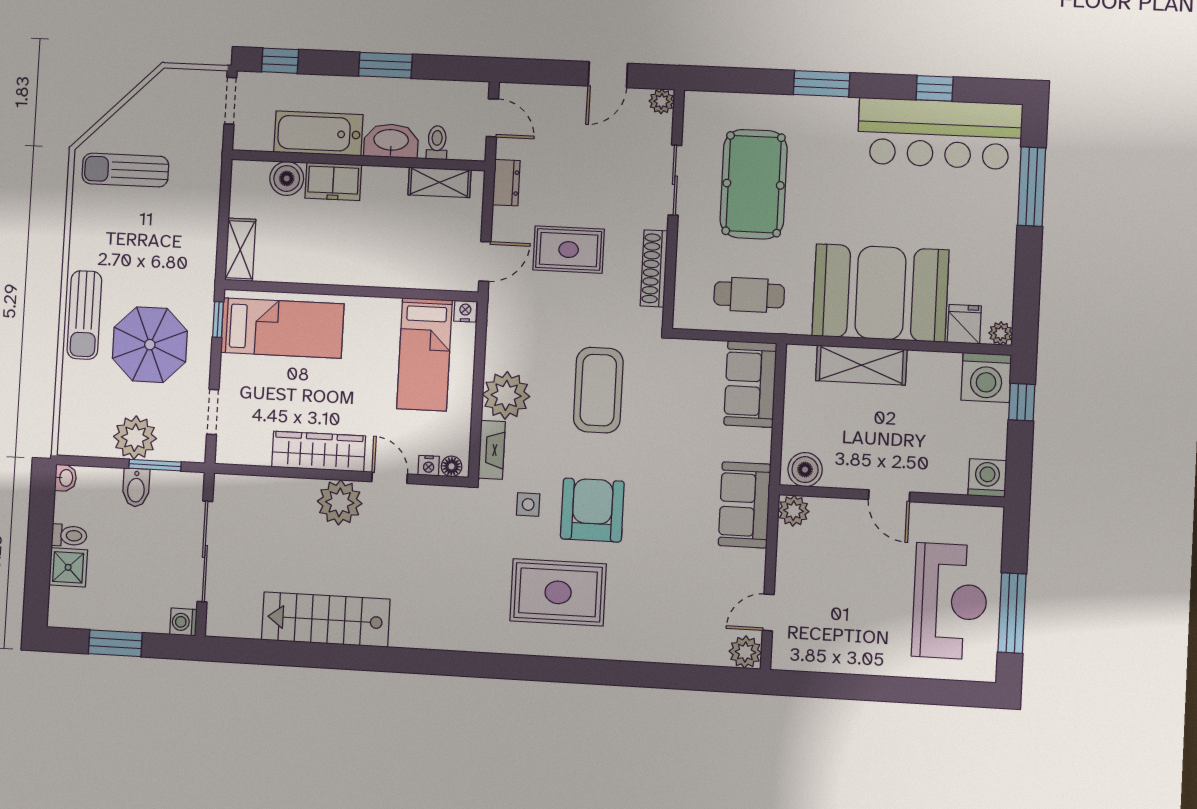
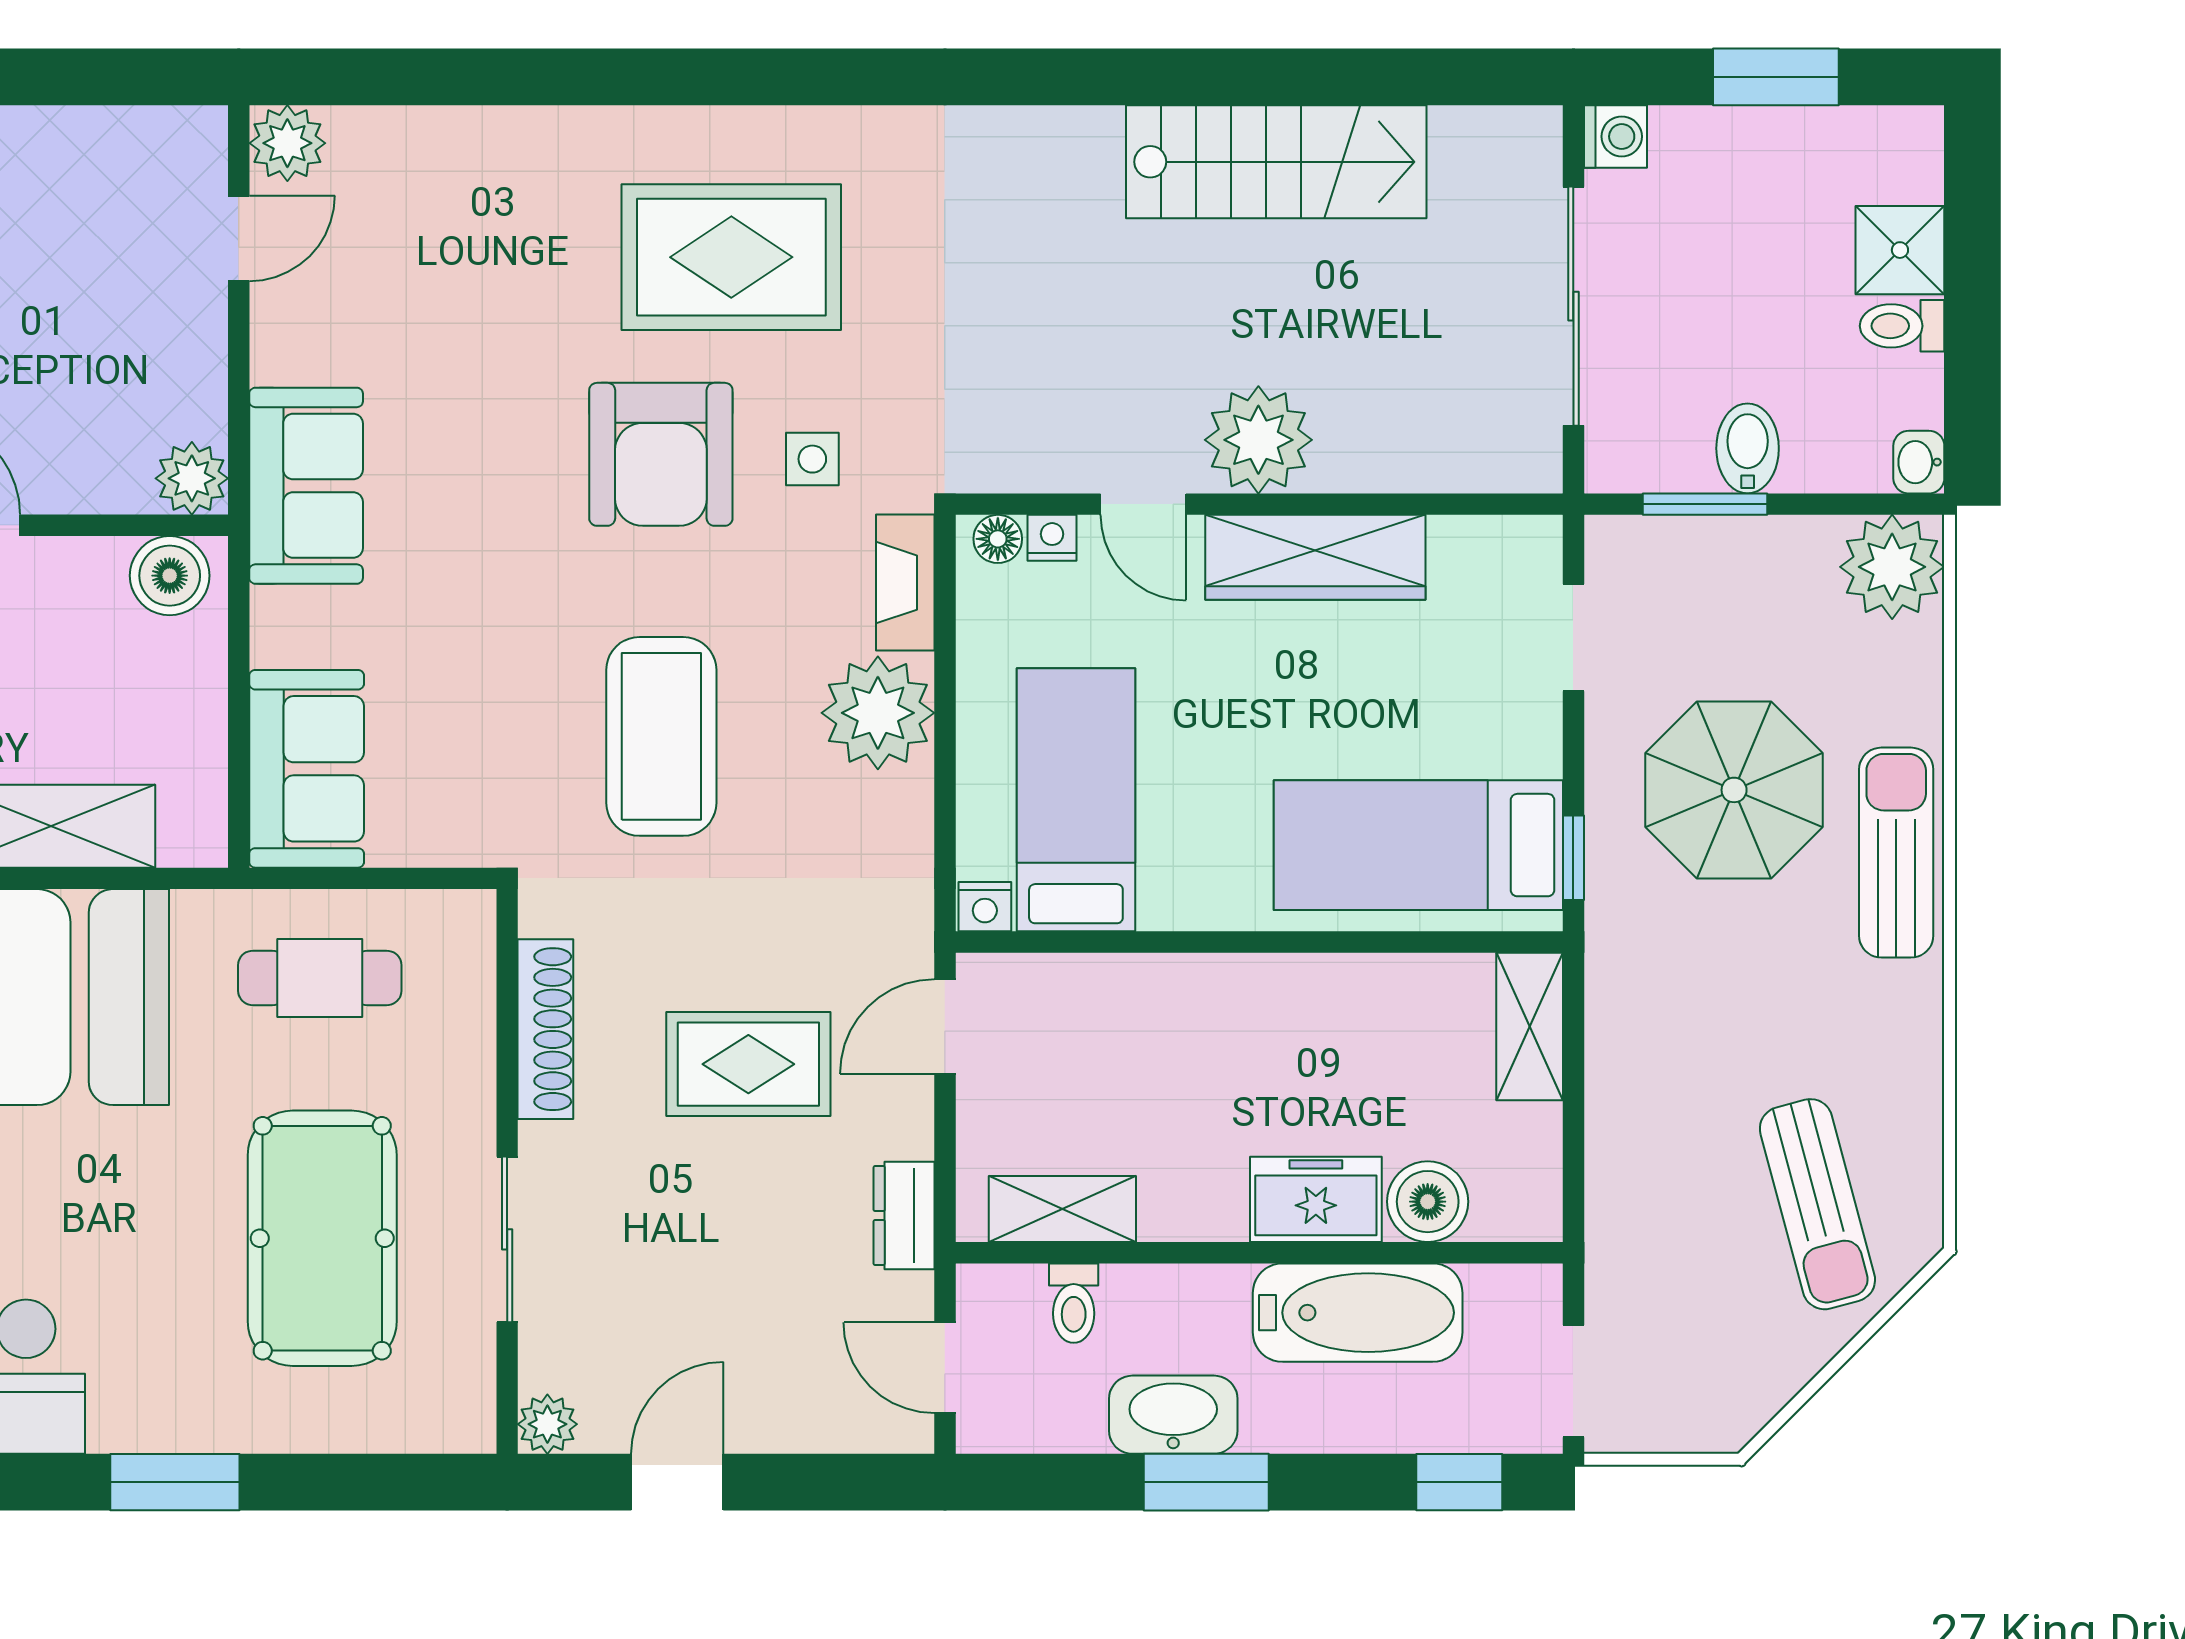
washbasin: (391, 141) -> (1173, 1415), moved, turned 180
sun lounger: (125, 170) -> (1817, 1204), turned 75
plant: (135, 438) -> (1892, 567), moved

